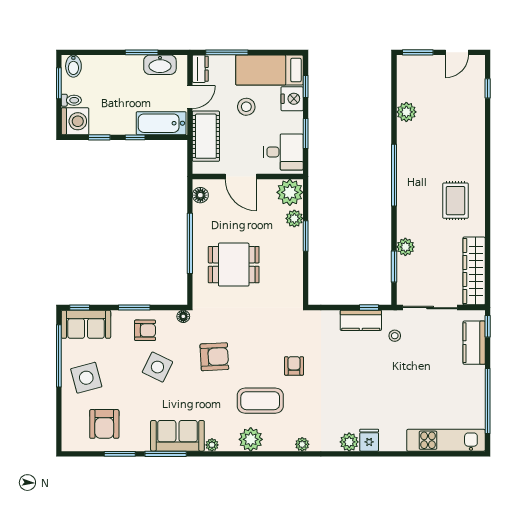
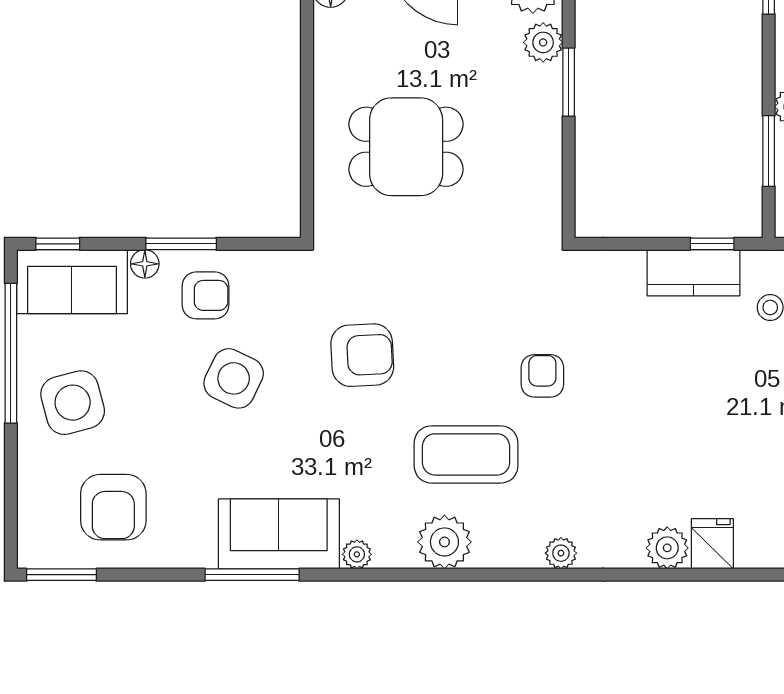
window: (190, 243) -> (307, 99), removed
floor lamp: (183, 316) -> (145, 264), moved
window: (120, 454) -> (62, 575), moved

